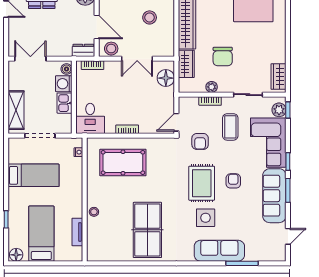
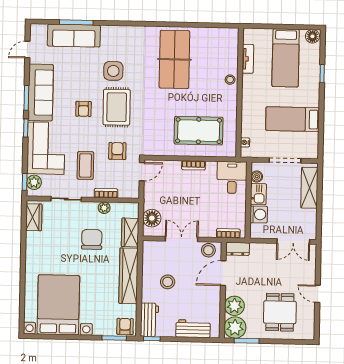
door: (97, 27) -> (223, 273), hinge flipped
boiler: (67, 69) -> (257, 177), moved
sofa: (219, 251) -> (74, 36), moved

